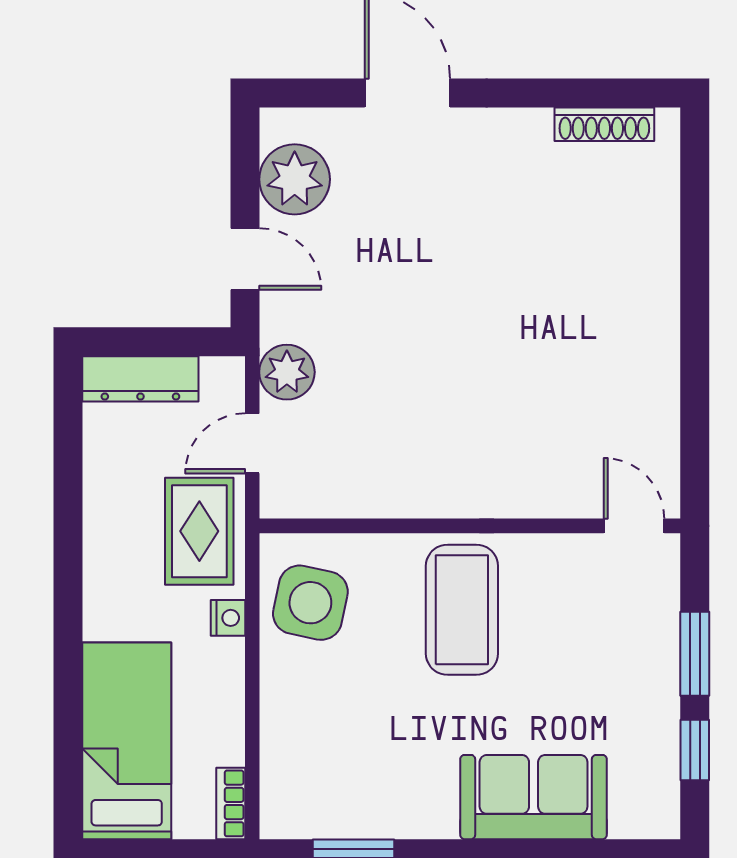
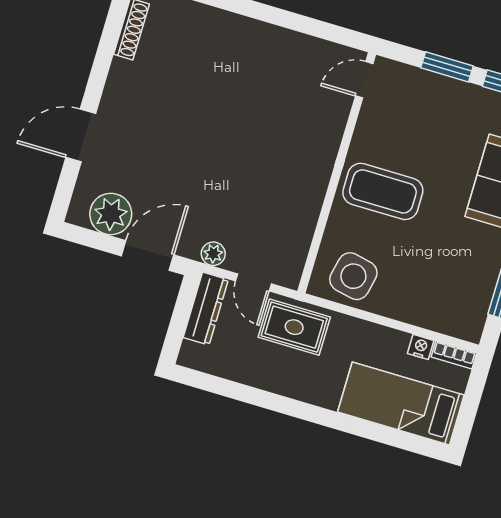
door: (245, 259) -> (148, 255), width x1.38
plant: (287, 372) -> (213, 254), width x0.73, depth x0.73
dresser: (140, 379) -> (206, 309), moved
nightstand: (228, 618) -> (421, 347), moved

